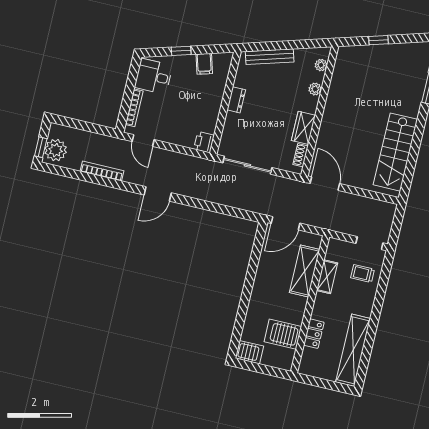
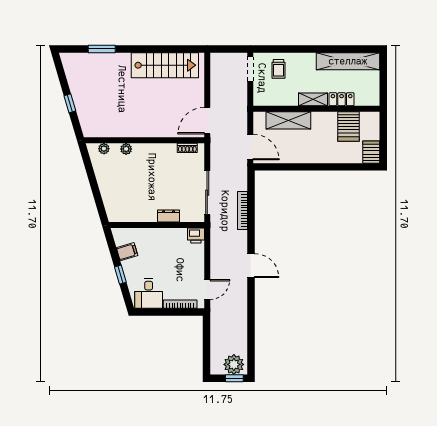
bench: (270, 57) -> (107, 196), removed
dresser: (236, 100) -> (169, 216), moved
wardrobe: (304, 128) -> (163, 151), removed
bookcase: (102, 171) -> (243, 211), moved
shelving: (327, 277) -> (313, 99), moved

